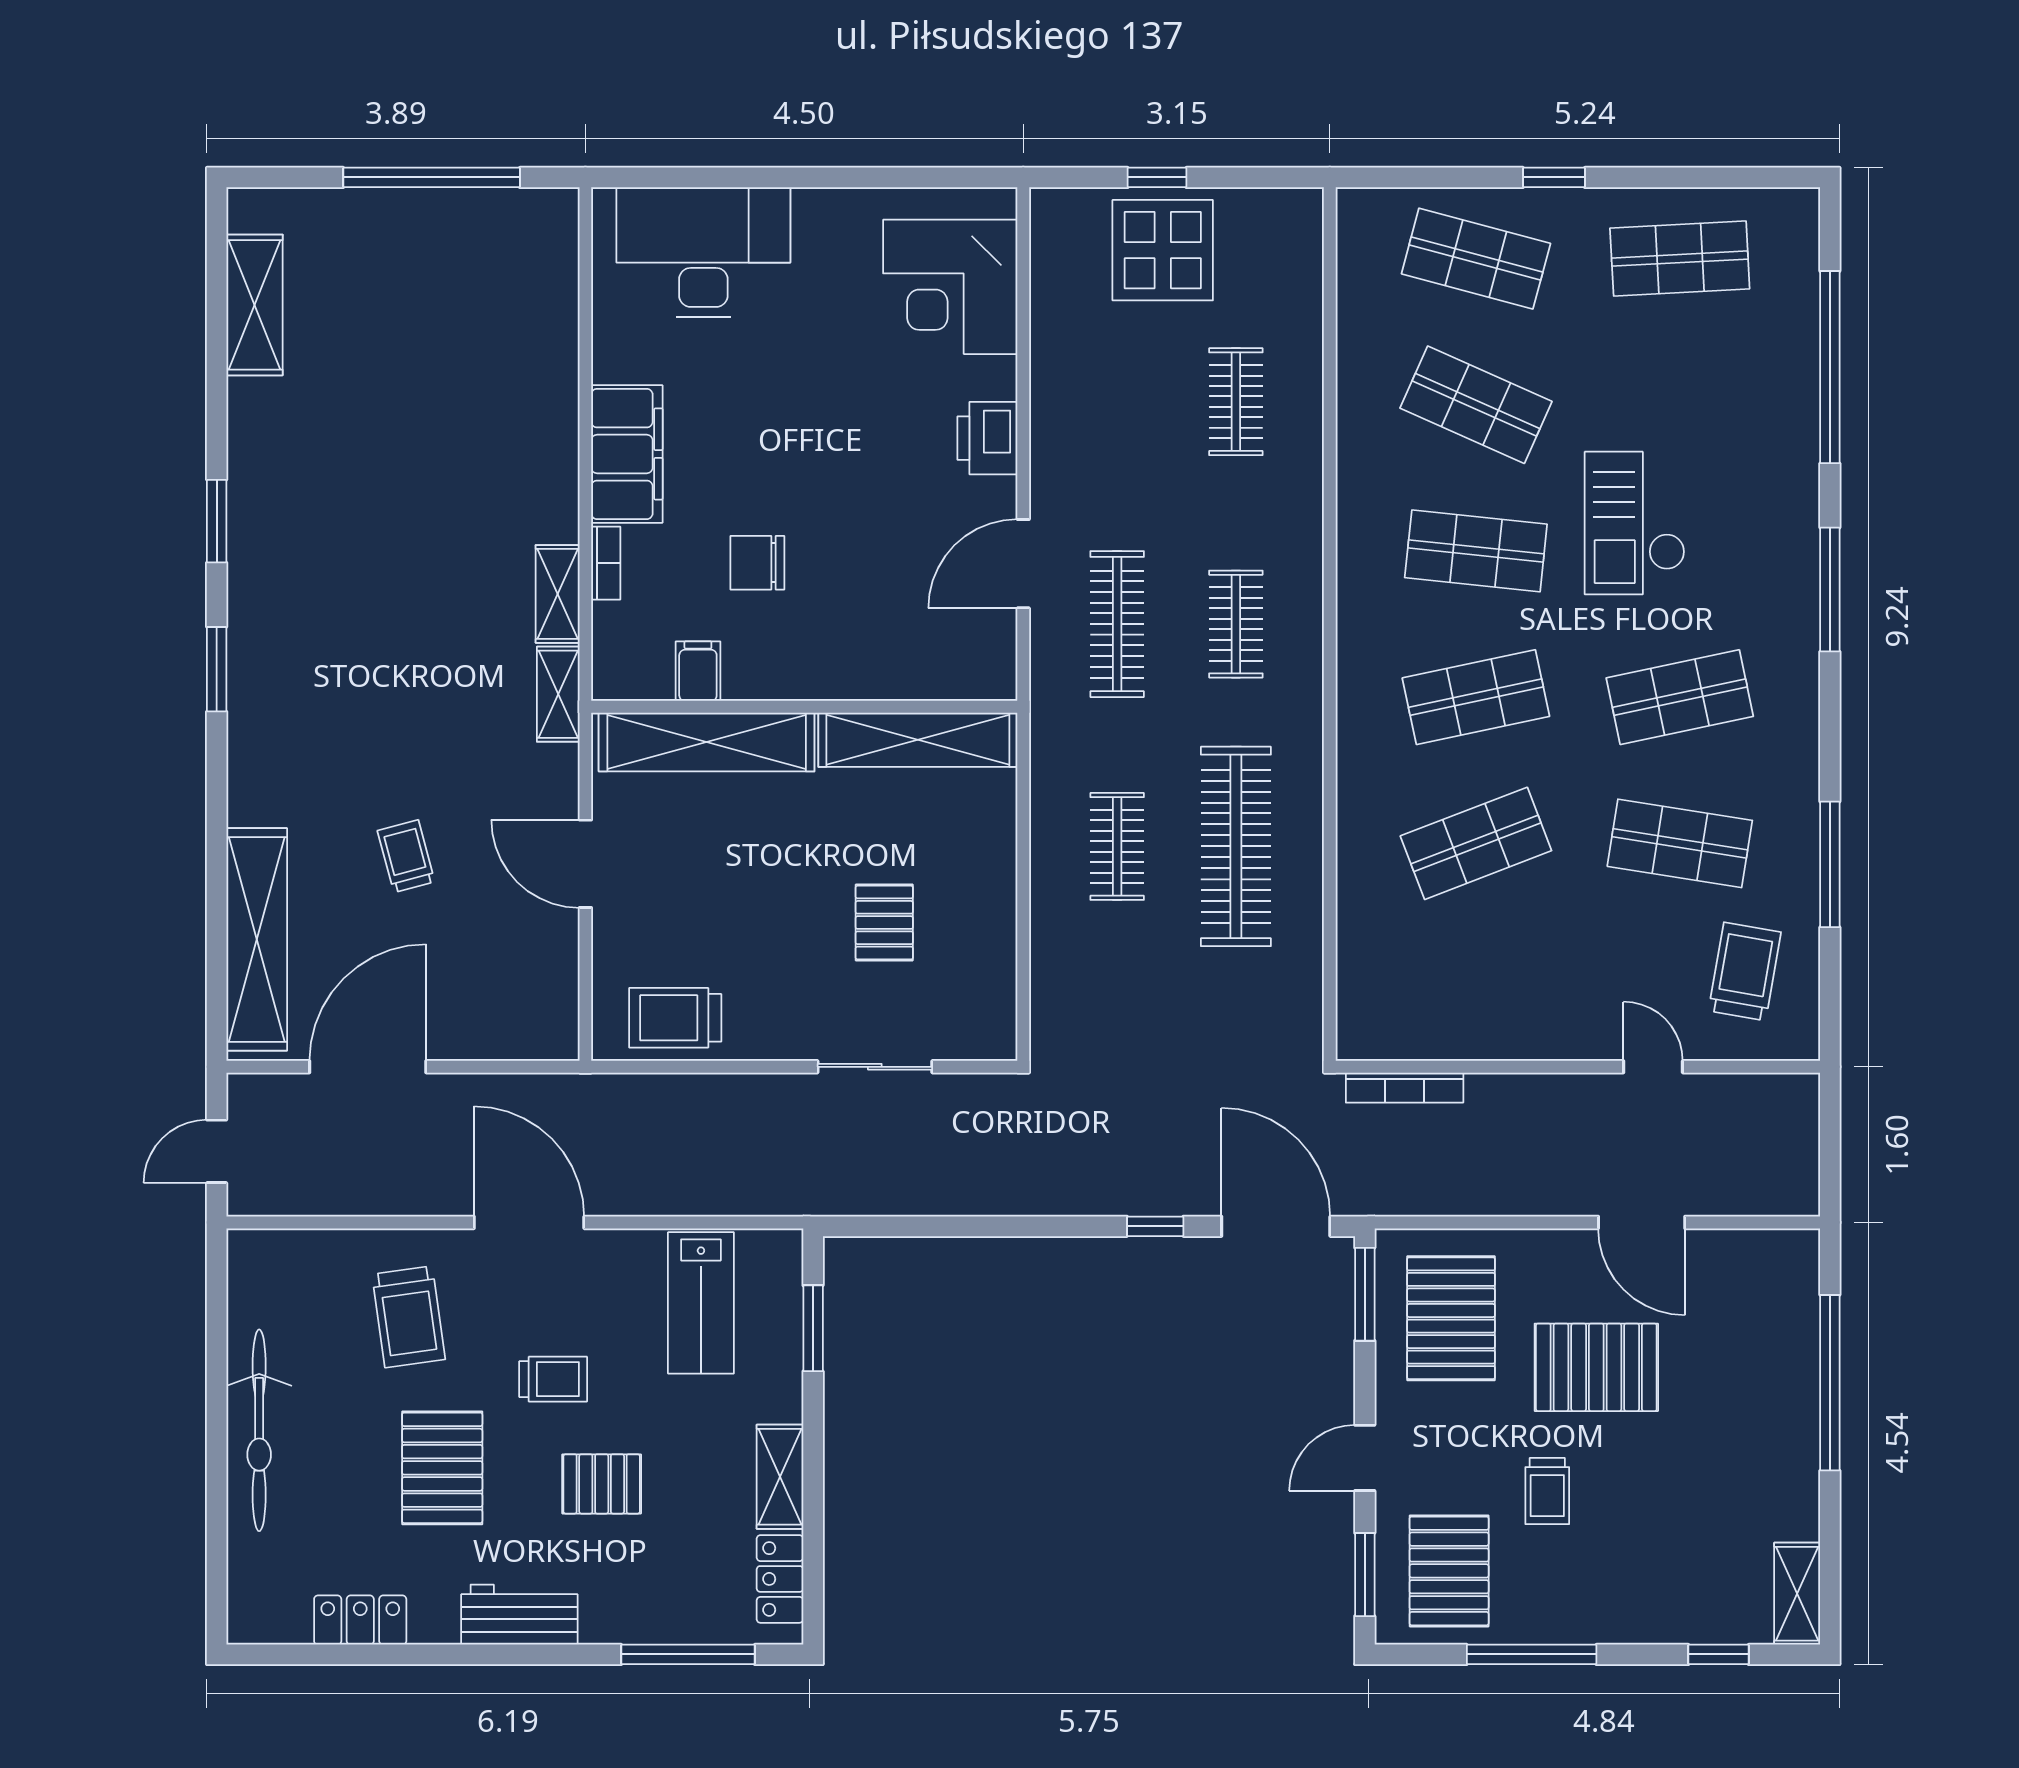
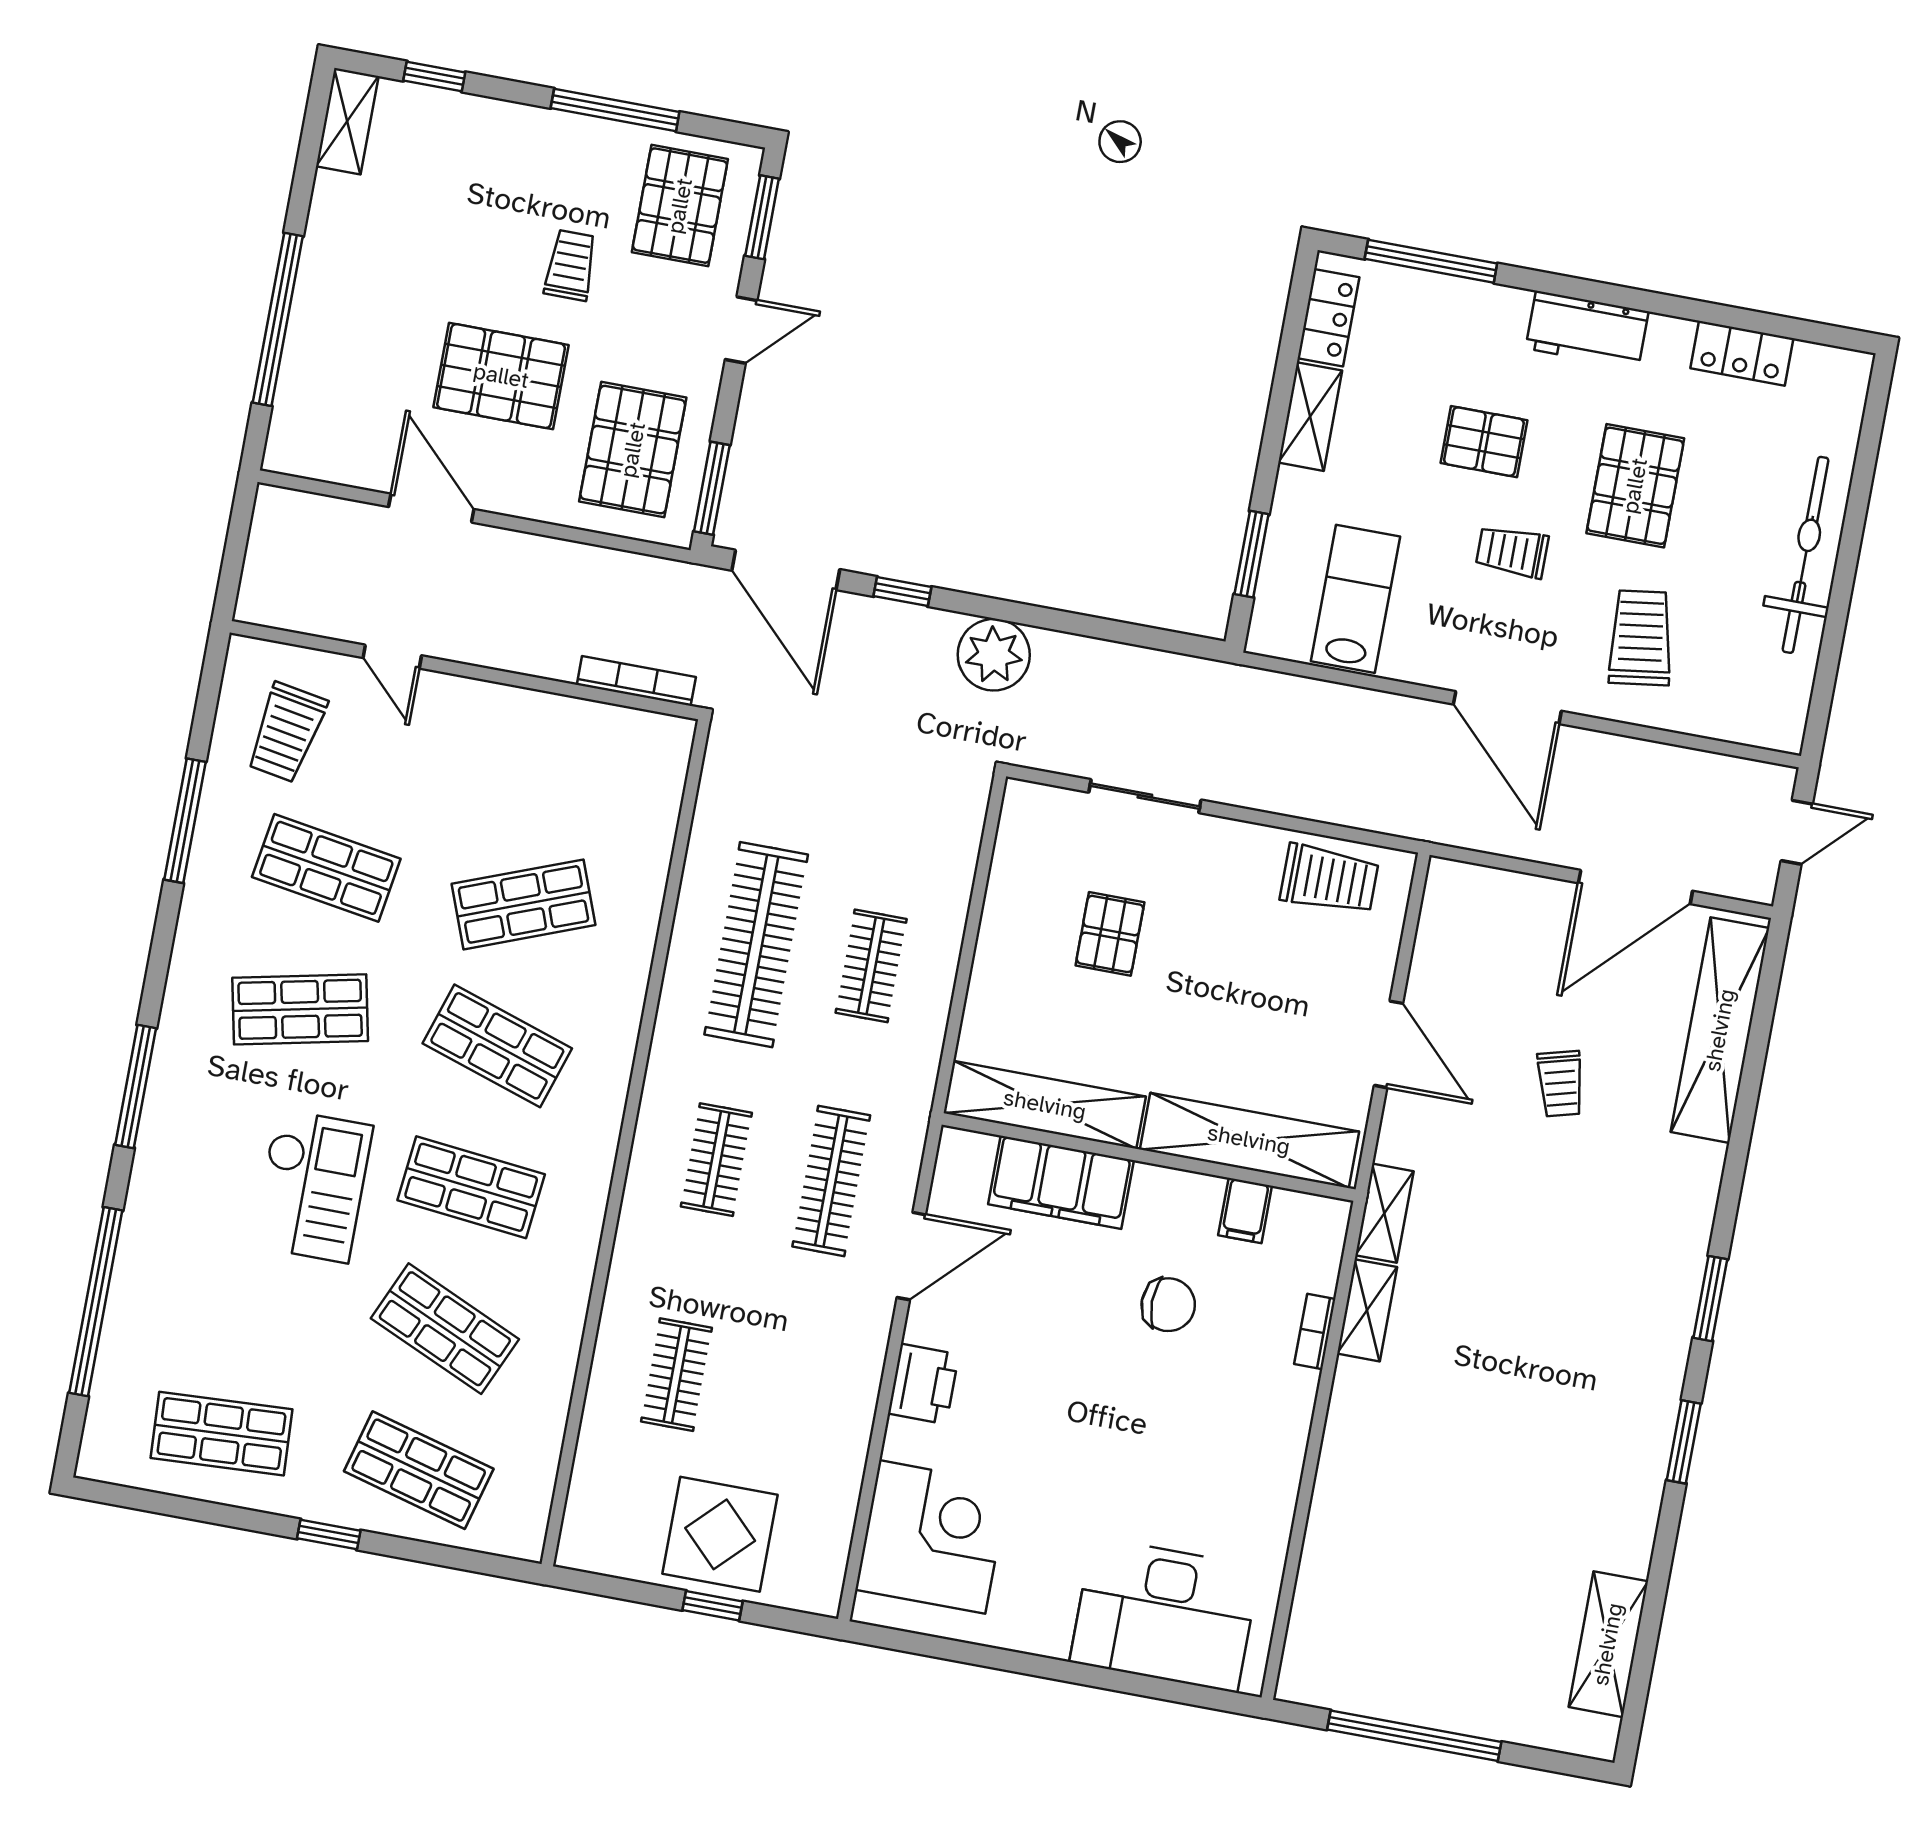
filing cabinet: (627, 454) -> (1061, 1182), moved, turned -90
shop shelf: (1476, 697) -> (497, 1046), turned 30
plant: (1052, 1180) -> (994, 655), added

